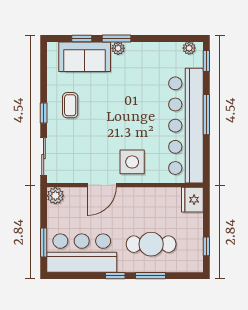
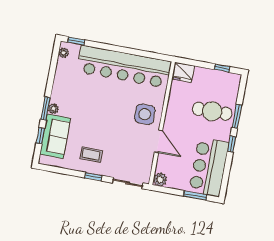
window: (206, 115) -> (118, 49), removed
cafe table: (151, 244) -> (212, 111), turned 90

